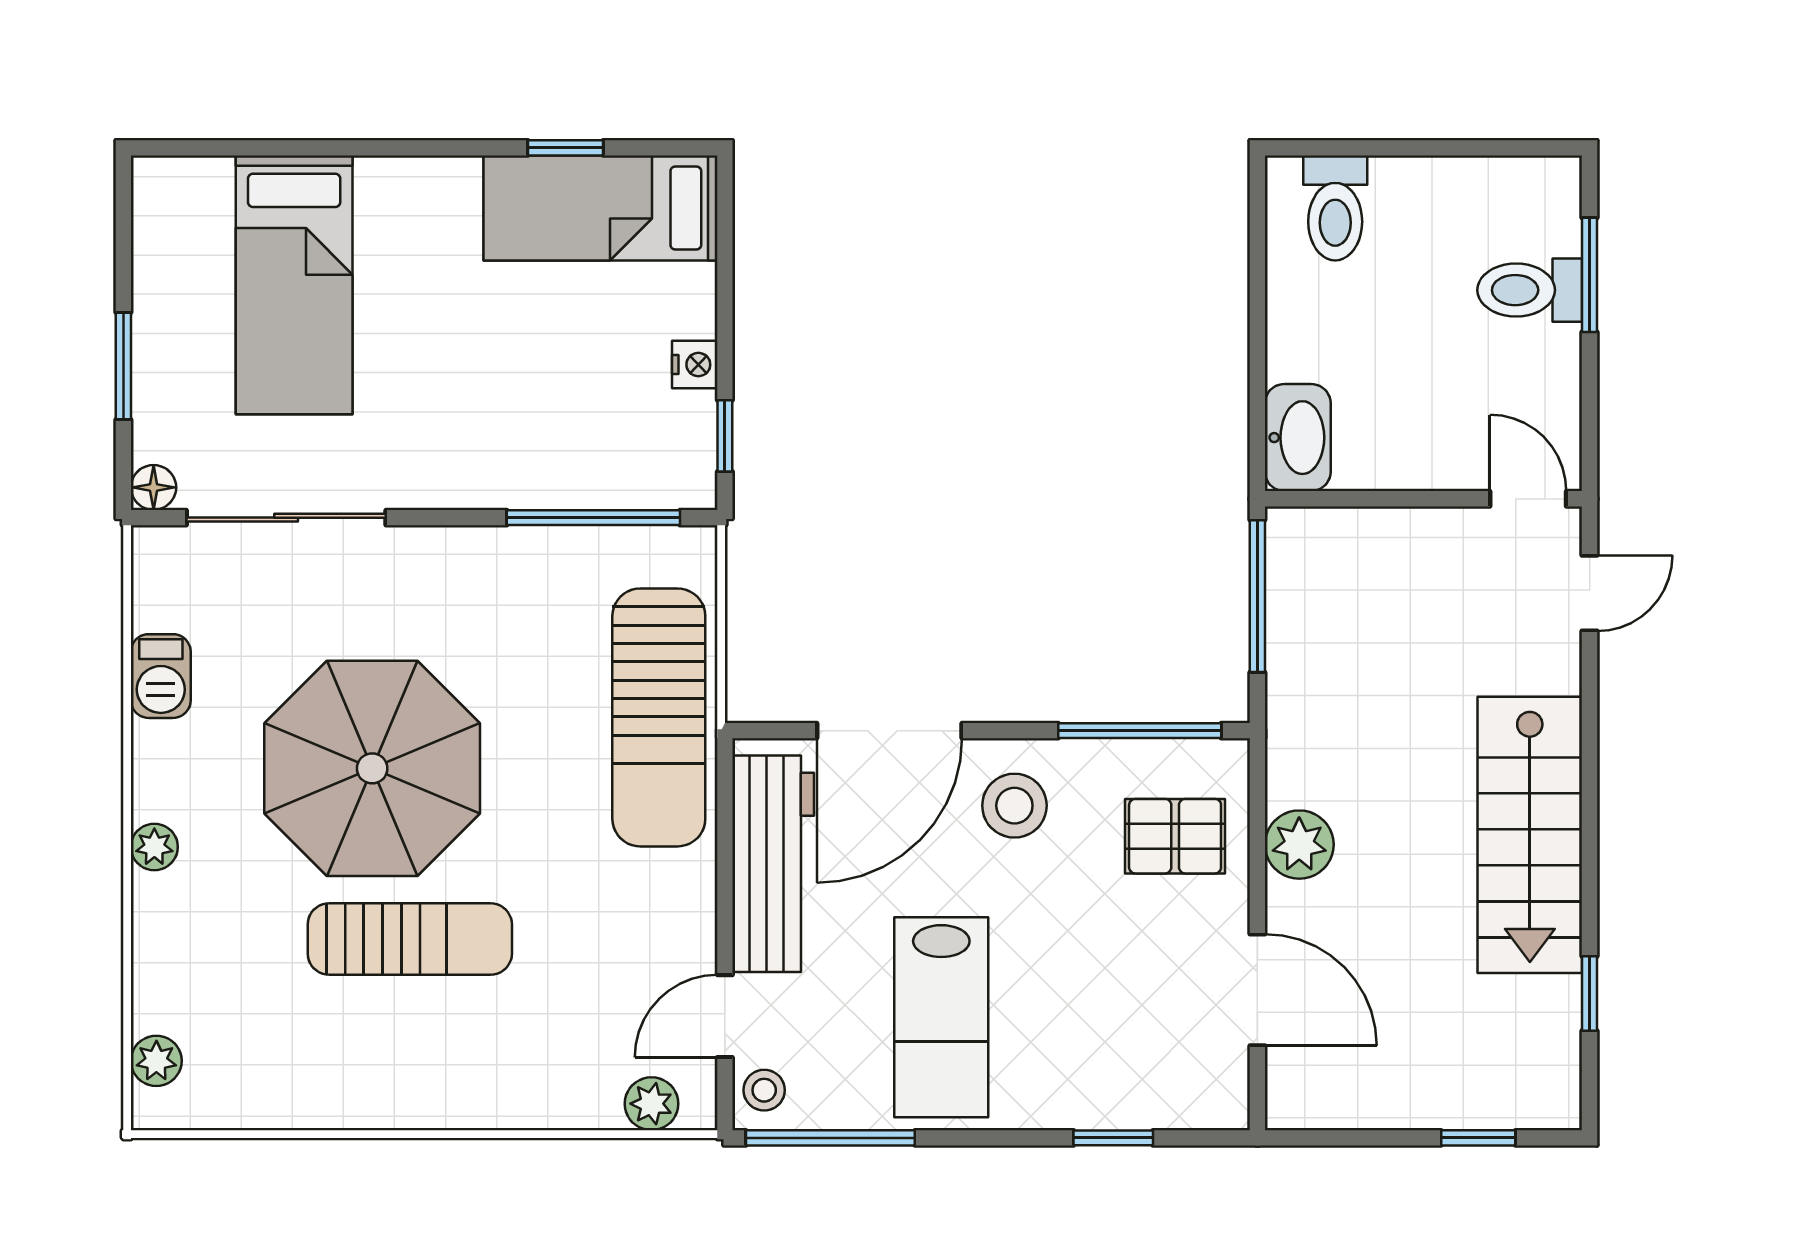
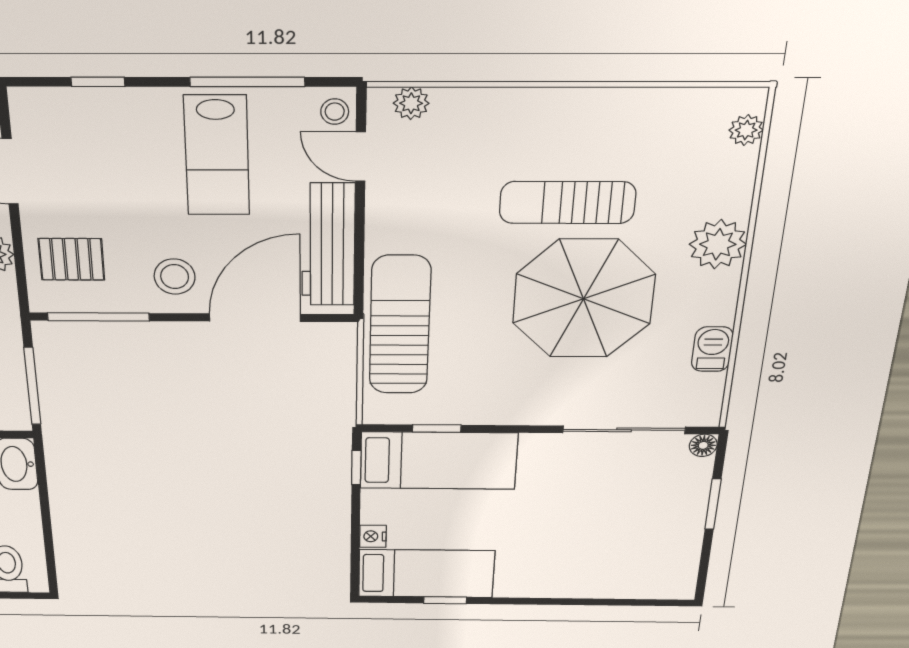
bed: (294, 285) -> (439, 461), moved, turned 90
nightstand: (695, 365) -> (373, 536), moved
window: (593, 518) -> (437, 428), width x0.46
plant: (154, 847) -> (718, 244), width x1.88, depth x1.88
door: (725, 1016) -> (361, 157), swing flipped
lab bench: (941, 1017) -> (217, 156), turned 180
window: (830, 1138) -> (247, 82), moved

